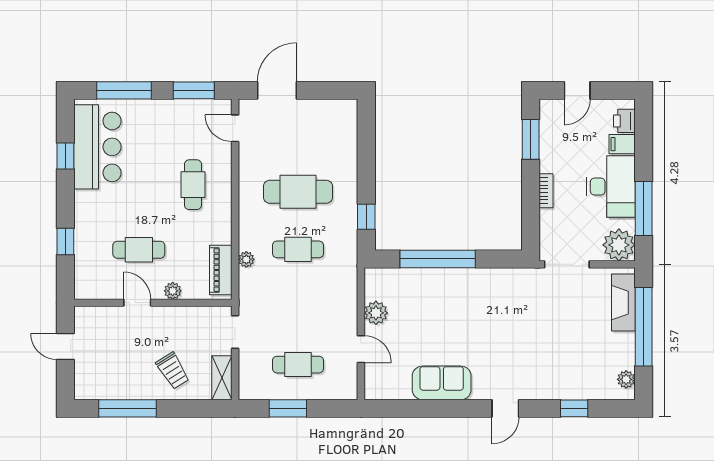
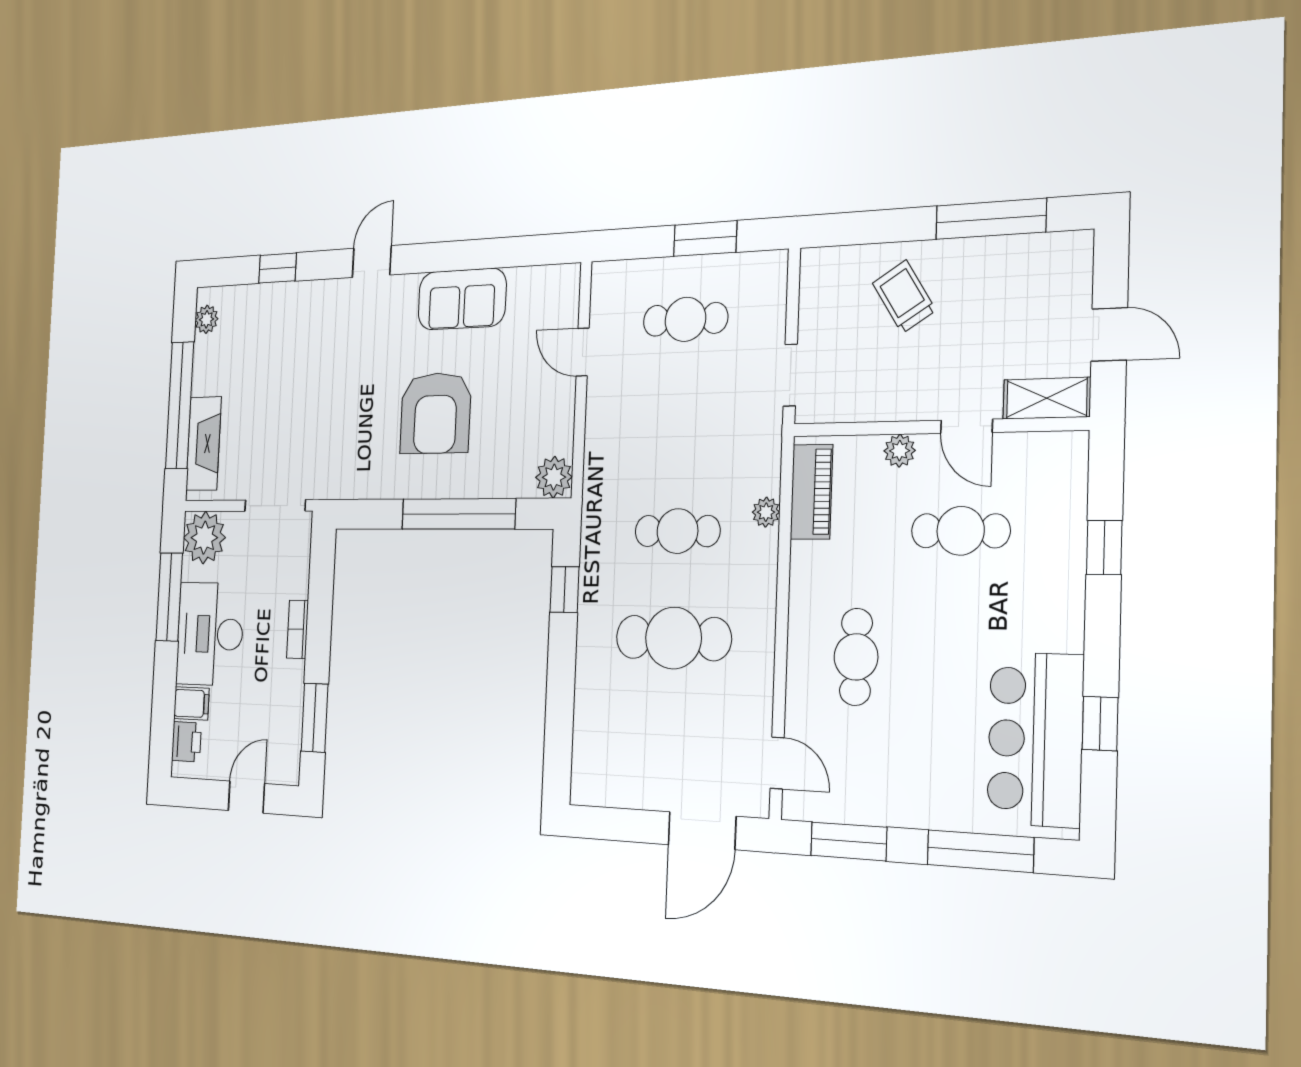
plant: (376, 313) -> (554, 477), moved
armchair: (456, 317) -> (435, 413), added
shelving: (222, 378) -> (1047, 398), moved, turned 90

